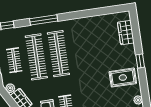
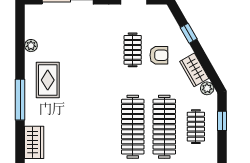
window: (140, 61) -> (20, 100), width x2.17
rug: (123, 78) -> (48, 80), turned 90

